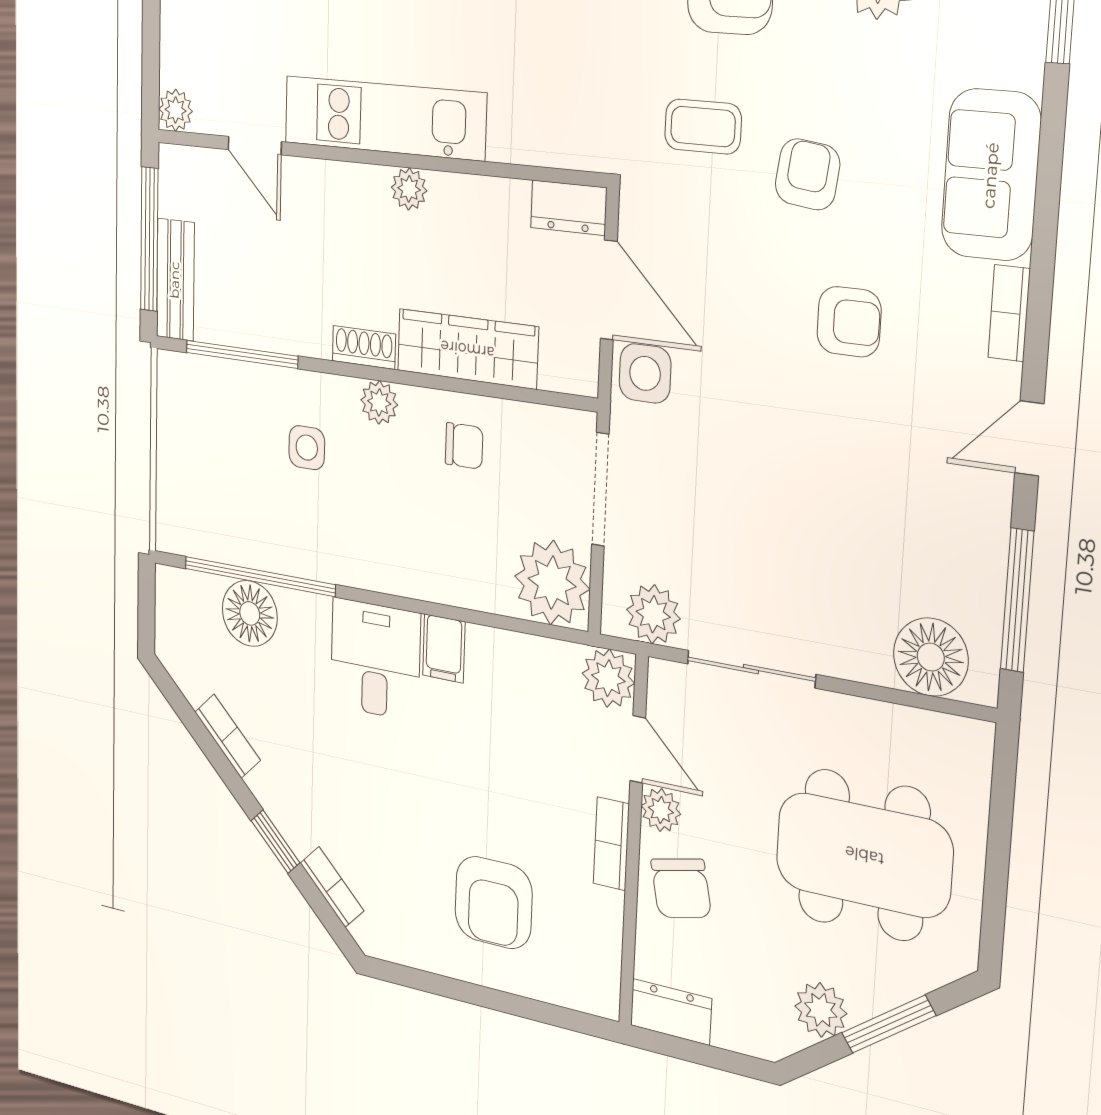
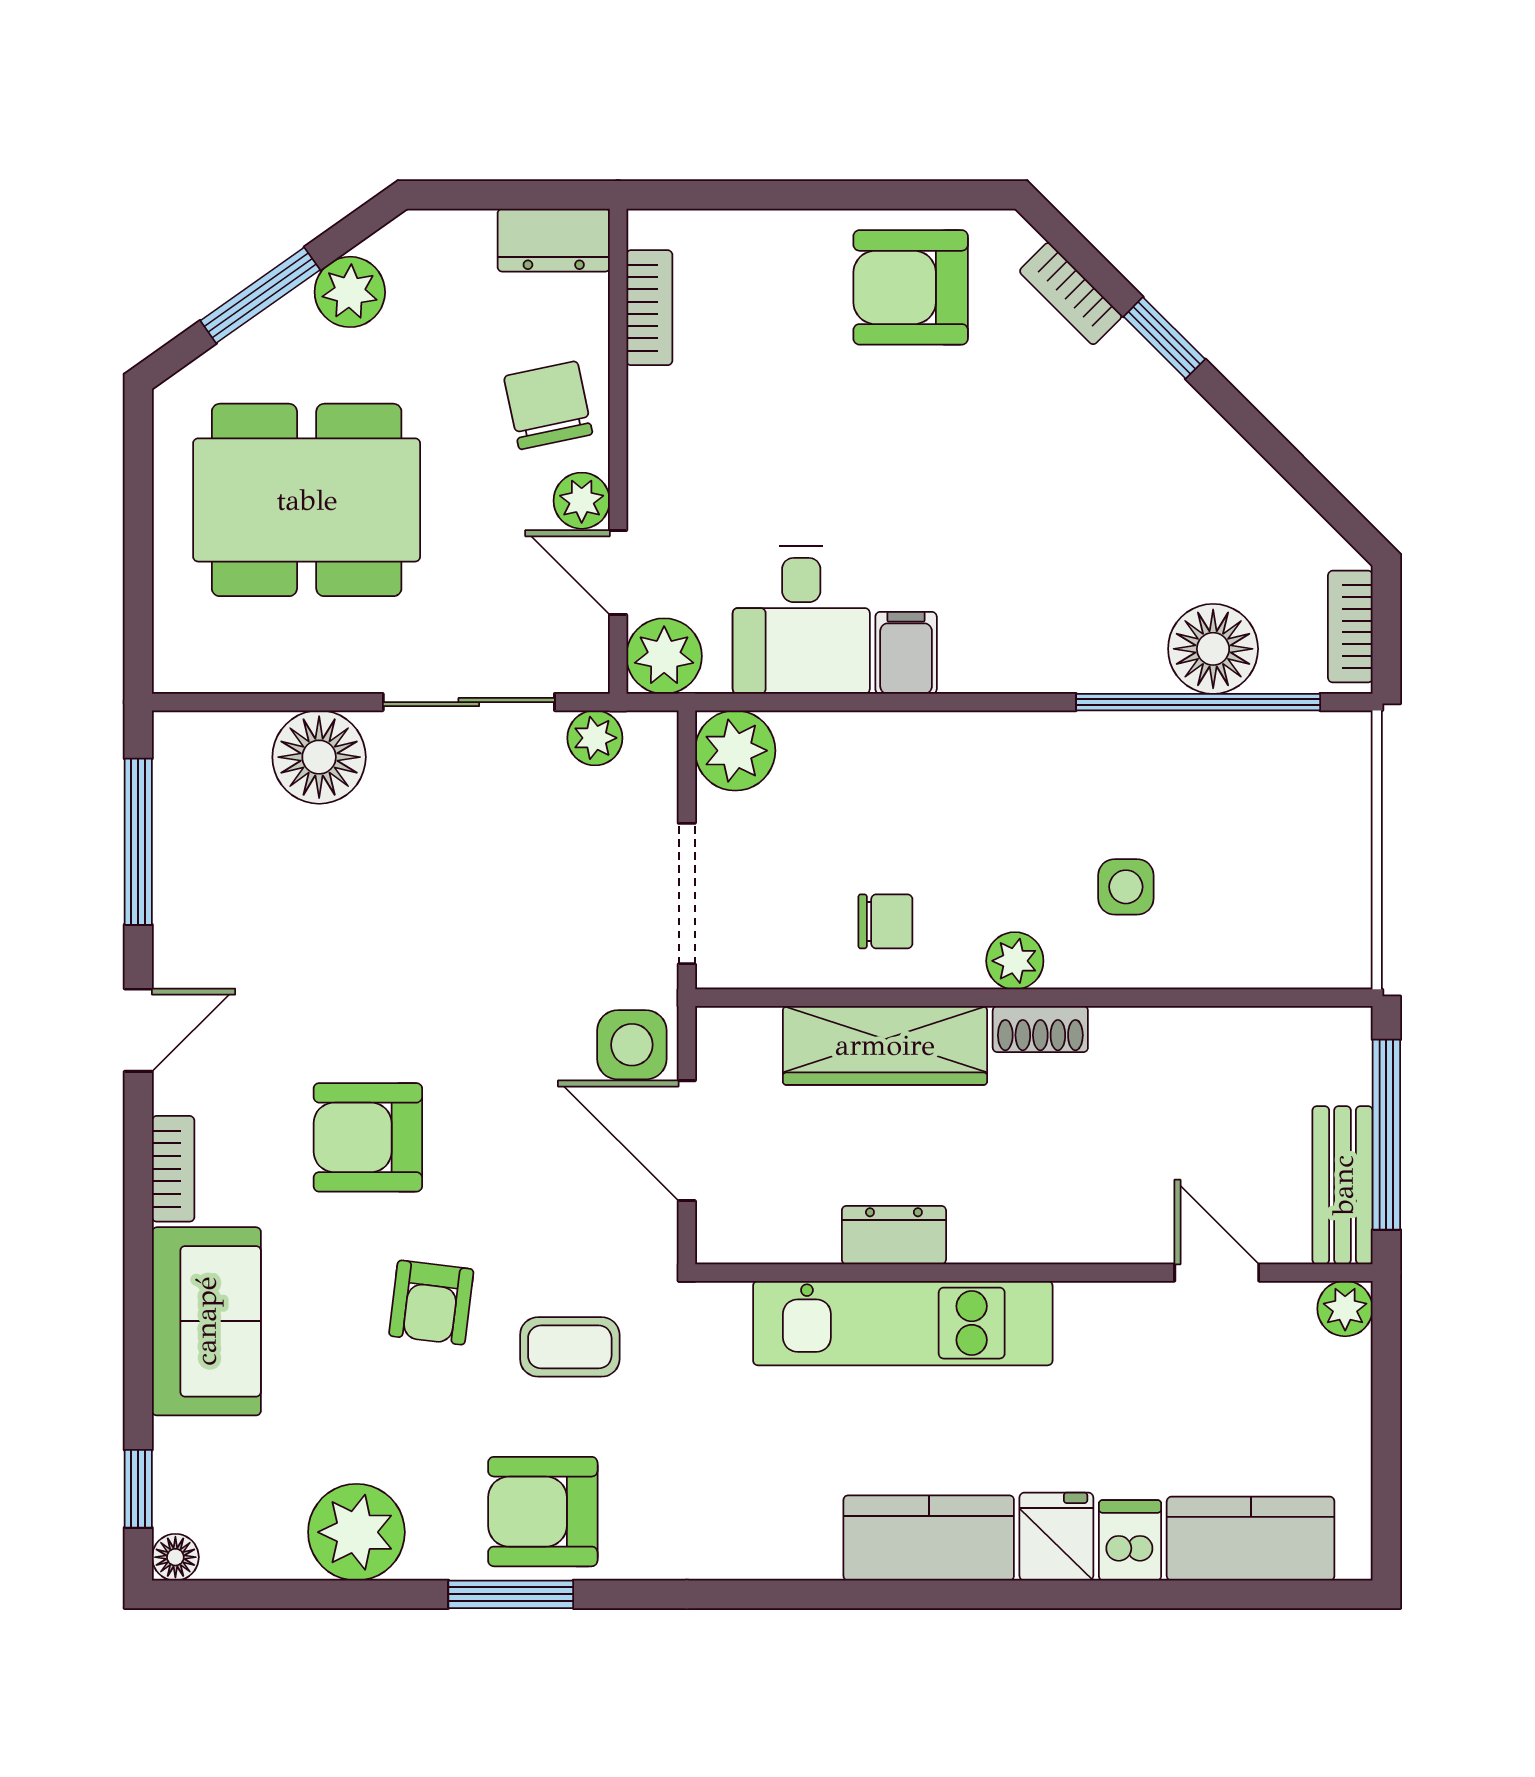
kitchen unit: (384, 118) -> (903, 1323), moved
plant: (409, 189) -> (978, 1238), removed
dresser: (569, 208) -> (894, 1235), moved
bench: (175, 280) -> (1343, 1185), moved
armchair: (849, 322) -> (368, 1137), width x1.38, depth x1.38
window: (242, 354) -> (1232, 998), removed
chair: (464, 446) -> (885, 921), turned 180
plant: (552, 583) -> (735, 751), width x0.73, depth x0.73
plant: (653, 614) -> (595, 738), width x0.73, depth x0.73
floor lamp: (931, 657) -> (319, 757), moved
desk: (375, 660) -> (801, 620), moved
bookcase: (228, 736) -> (1350, 627), moved, turned 45
bookcase: (611, 844) -> (649, 308), moved
armchair: (493, 903) -> (911, 287), moved, turned -90

